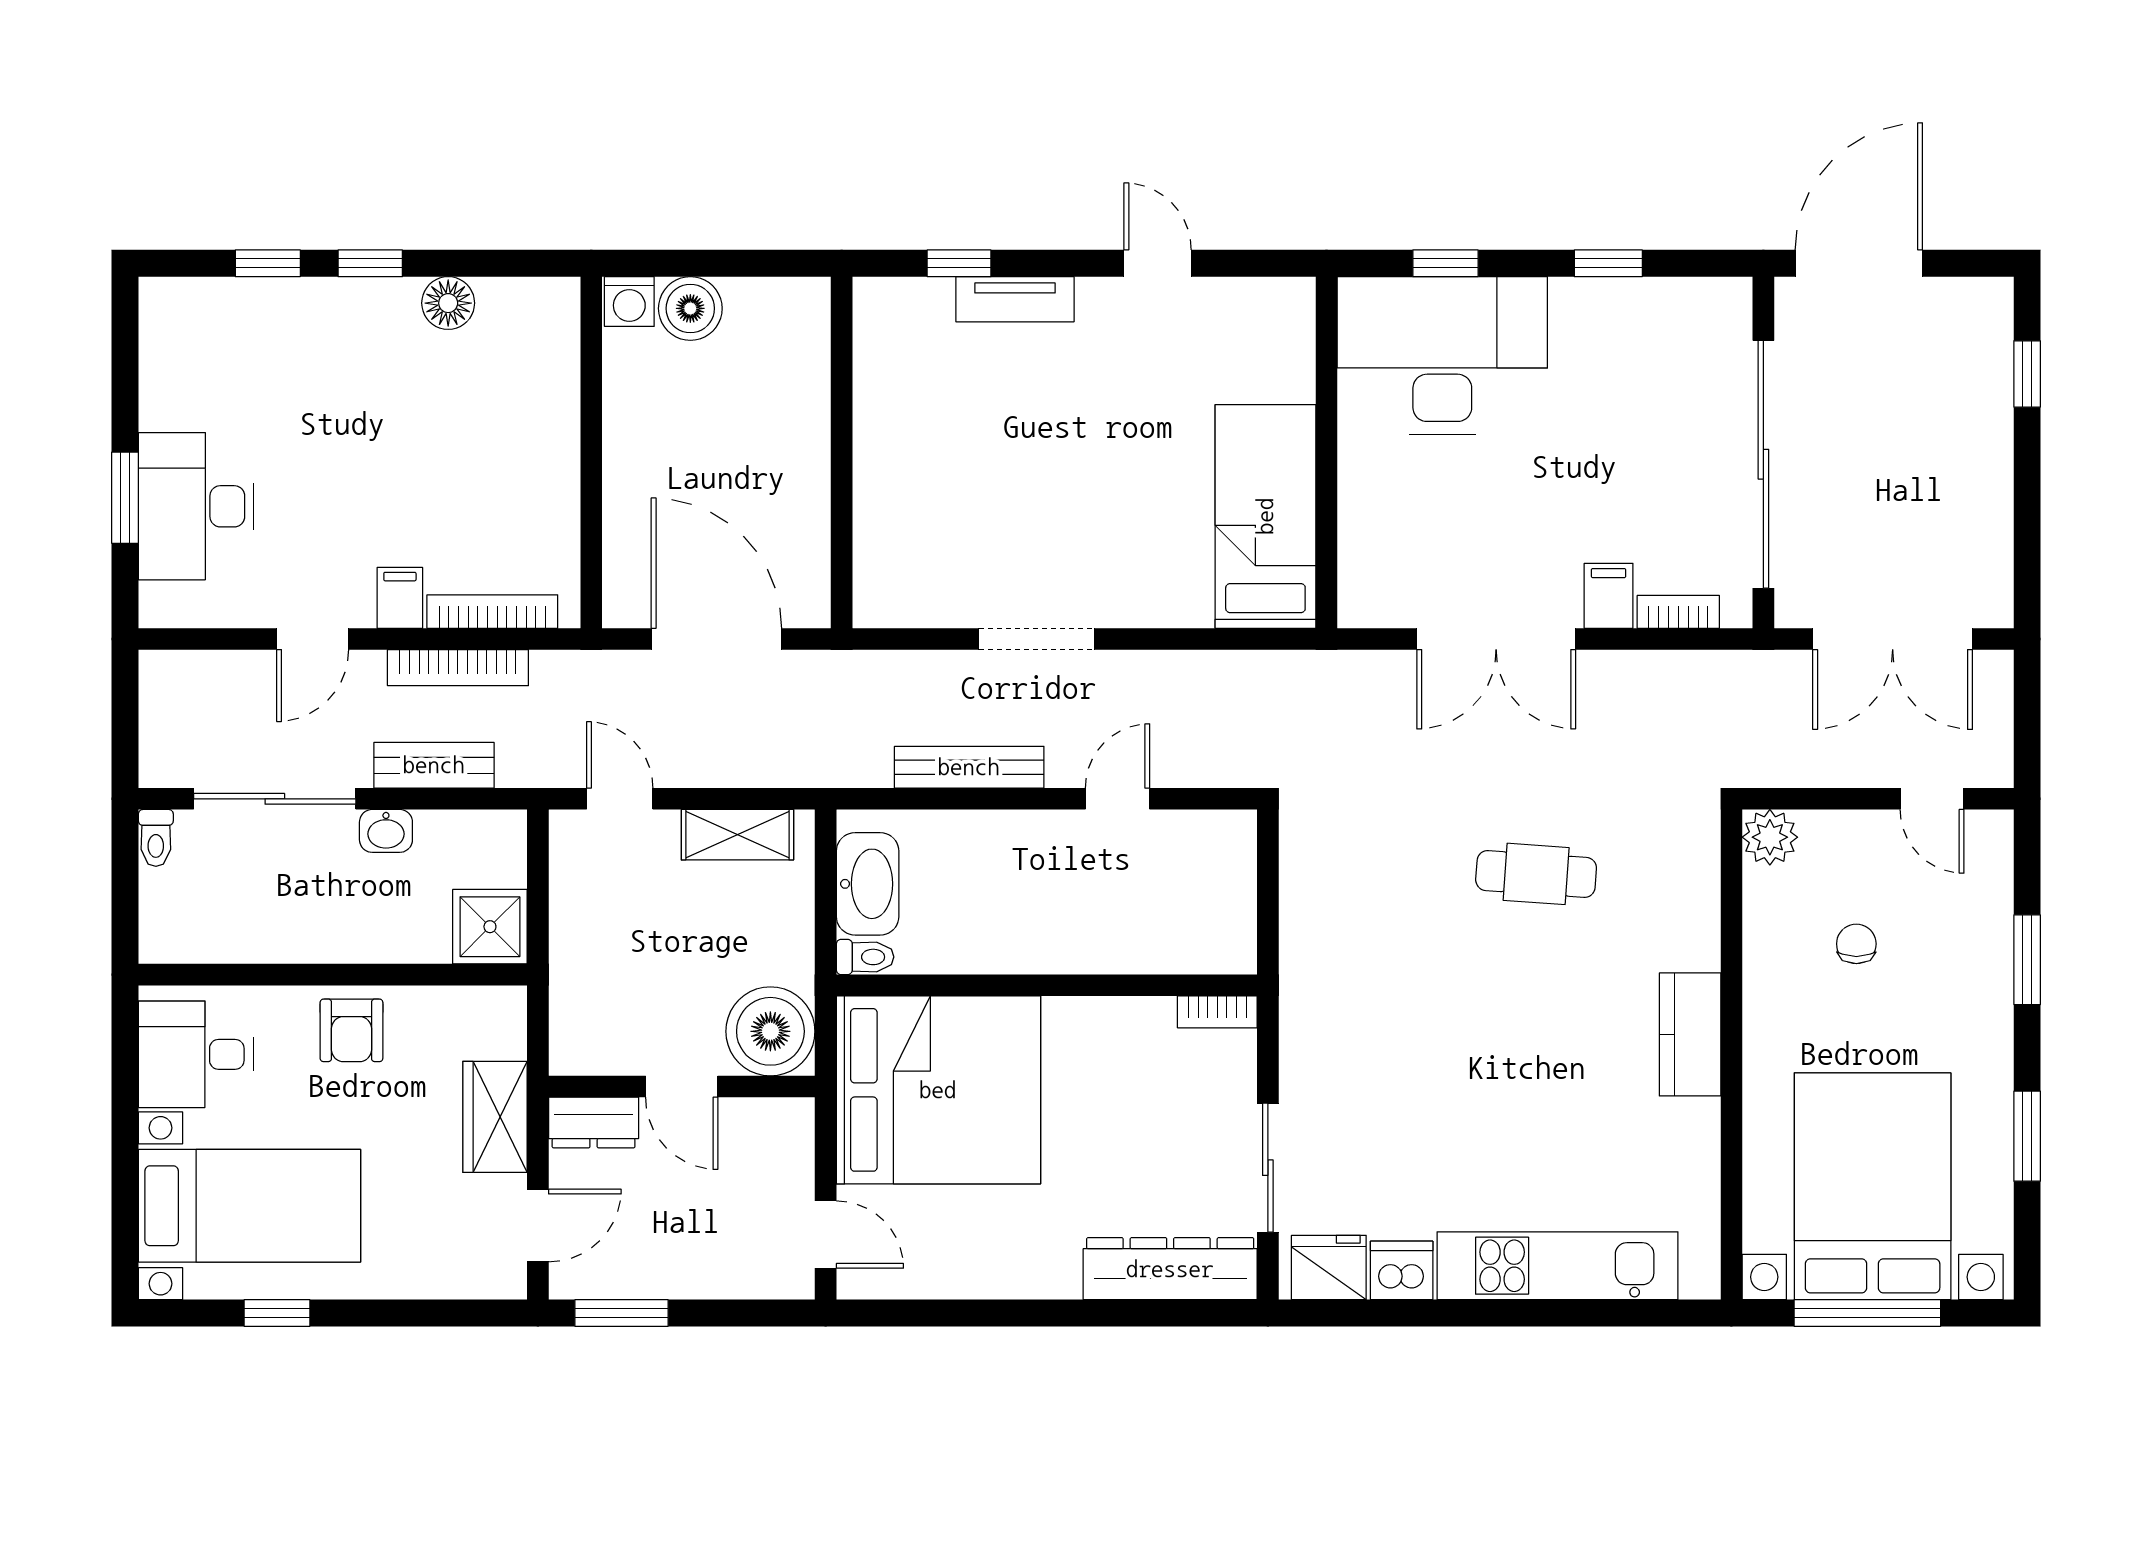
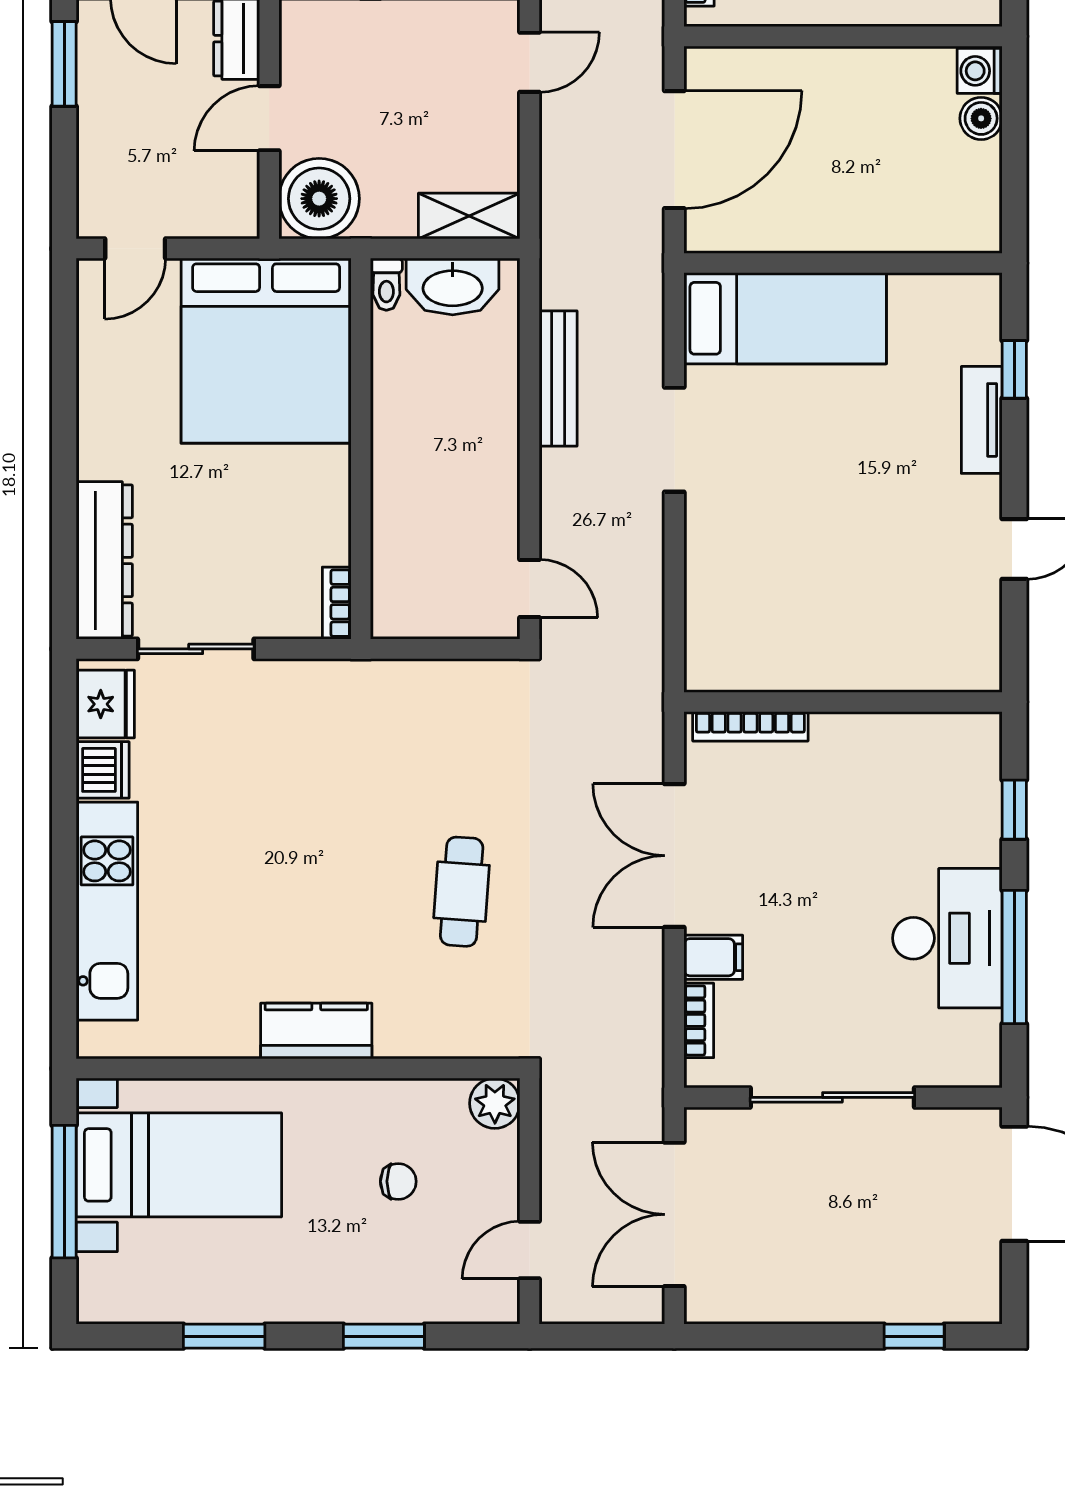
window: (1608, 263) -> (1014, 957), width x2.17
boiler: (690, 308) -> (981, 118), width x0.73, depth x0.73
desk: (1442, 355) -> (947, 938), moved, width x0.73, depth x0.77
sliding door: (1763, 464) -> (832, 1097), width x0.73
bed: (1265, 516) -> (785, 318), moved
bookcase: (1353, 555) -> (750, 726), added
door: (1118, 799) -> (530, 589), moved
shelving: (737, 835) -> (469, 216), moved, turned 90
bed with nightstands: (1873, 1186) -> (179, 1165), width x0.73

